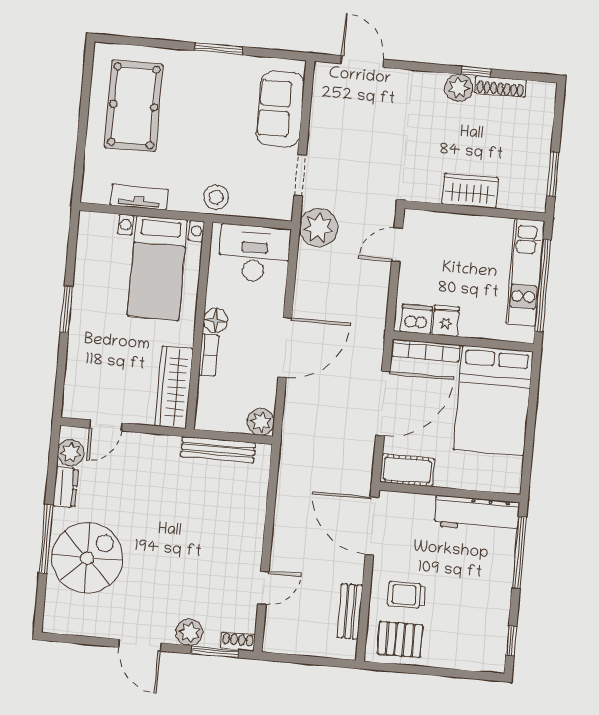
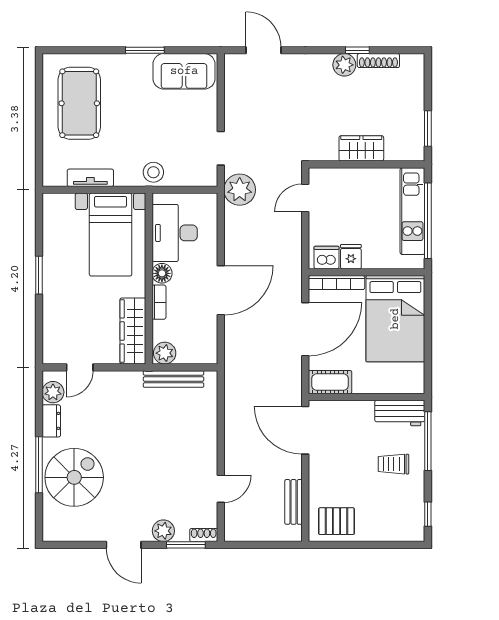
sofa: (280, 109) -> (184, 71), moved, turned -90
desk: (254, 253) -> (175, 233), moved, turned -90
plant: (261, 422) -> (165, 353), moved
workbench: (477, 514) -> (400, 413), width x0.73
trolley: (407, 595) -> (393, 464), moved

